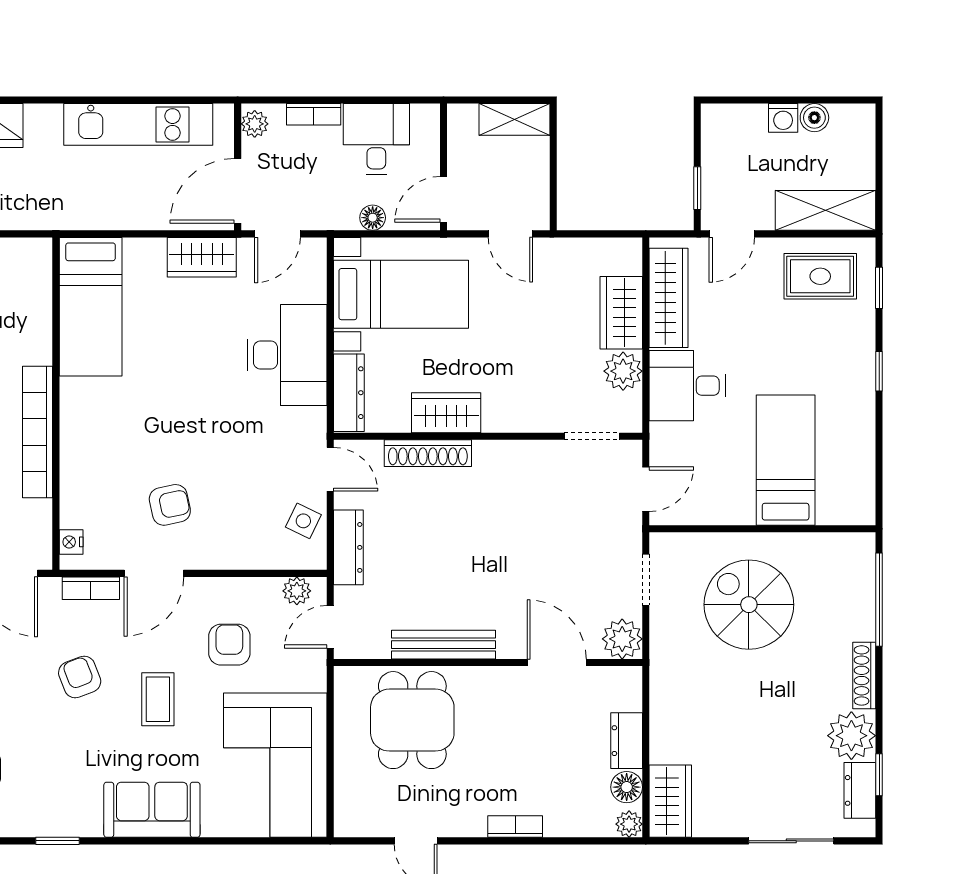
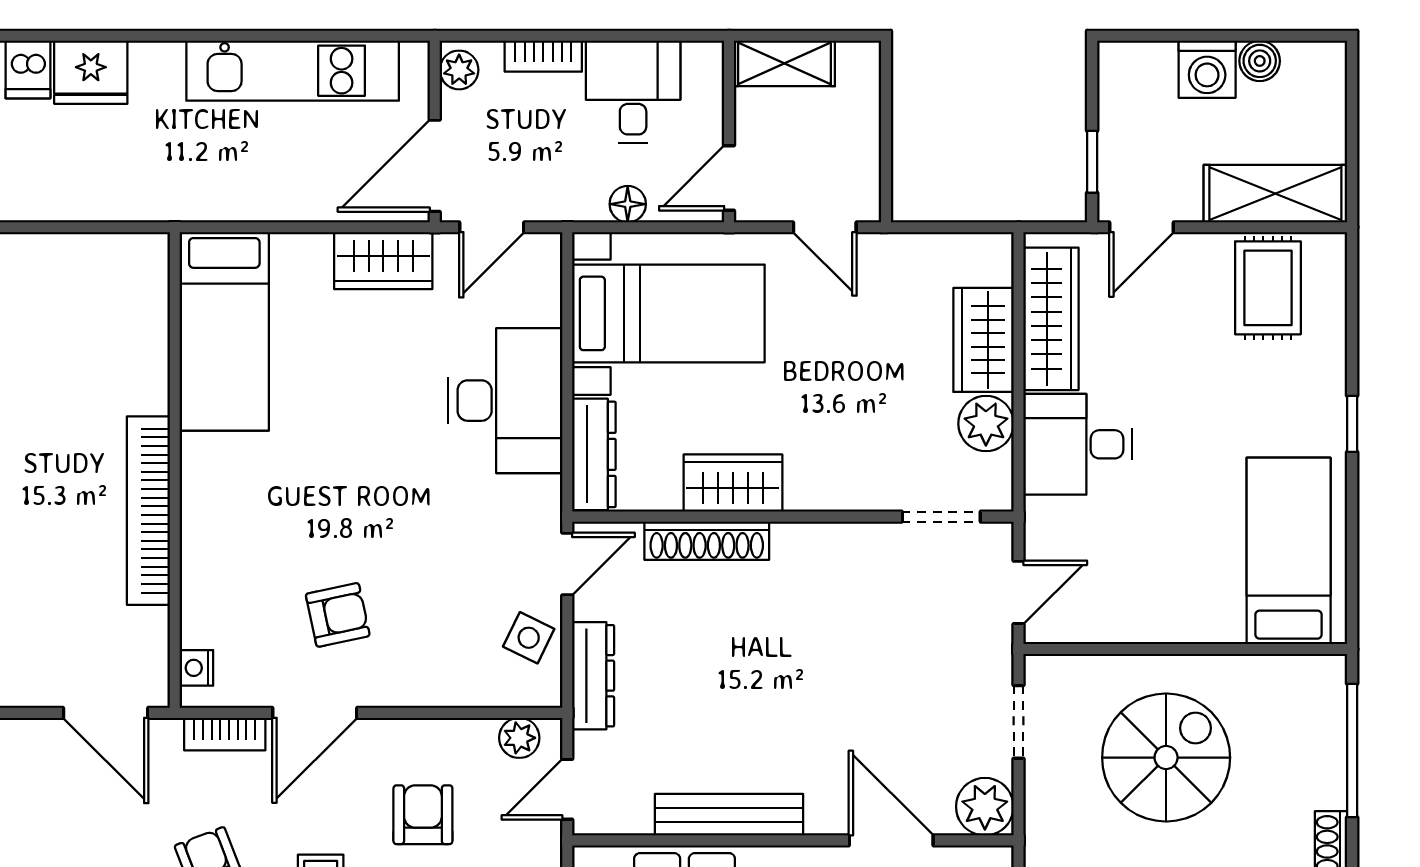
washing machine: (783, 118) -> (1207, 69), width x1.38, depth x1.38
shelving: (514, 119) -> (784, 63), moved
rug: (820, 276) -> (1268, 288), turned 90
window: (879, 288) -> (1352, 304), removed
bed: (786, 460) -> (1289, 551), moved
door: (330, 469) -> (567, 564), hinge flipped
spiral stairs: (749, 605) -> (1166, 758), turned 90

